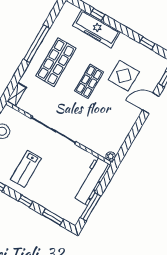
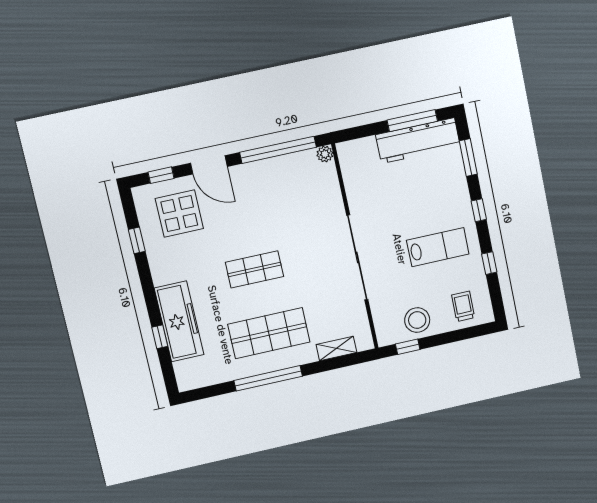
display table: (124, 76) -> (179, 214), moved
shelving: (17, 94) -> (336, 348), moved
window: (130, 138) -> (278, 150), added
workbench: (92, 181) -> (418, 141), moved

